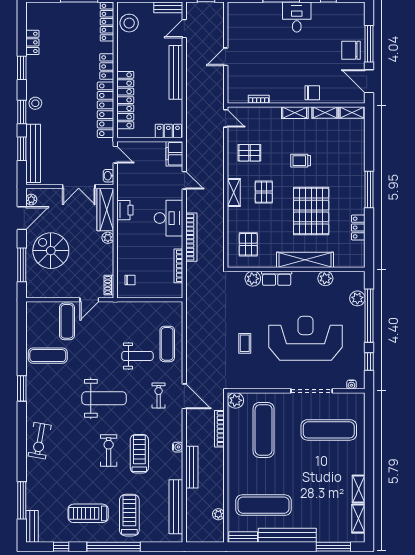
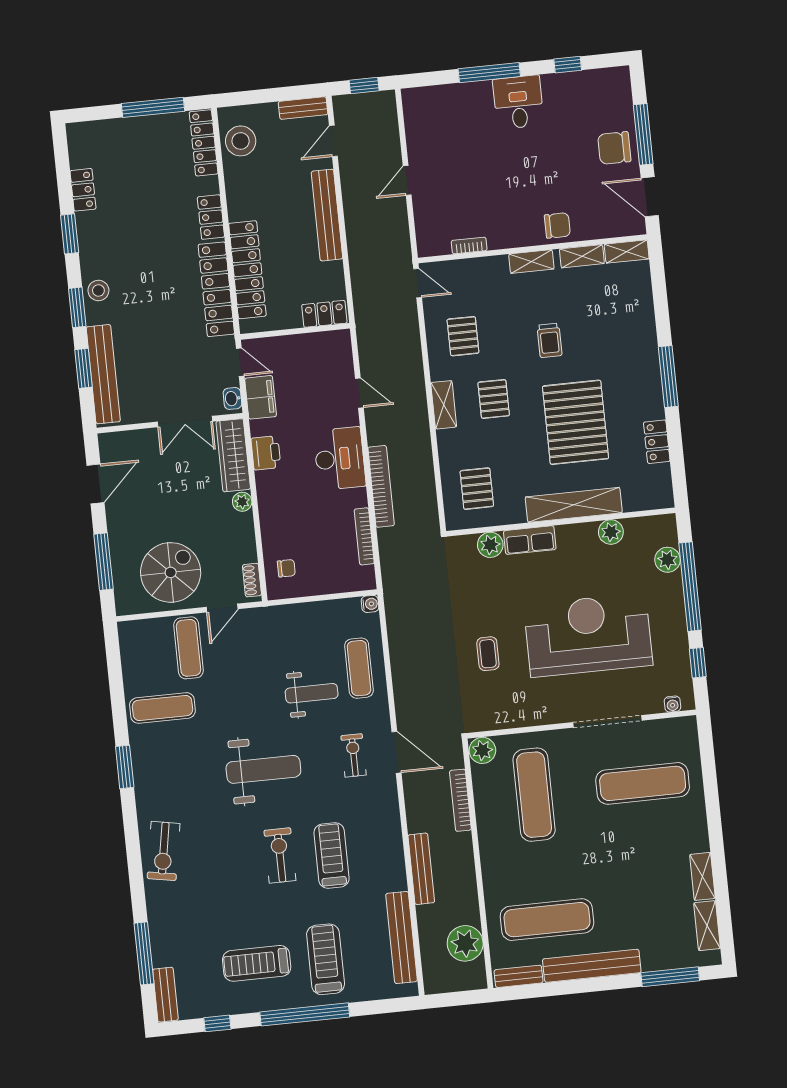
pallet: (249, 153) -> (463, 336), turned 90
filing cabinet: (174, 154) -> (261, 397), moved, turned 180
trolley: (301, 161) -> (550, 340), turned -90
plant: (31, 200) -> (108, 451), removed
spiral stairs: (51, 251) -> (171, 572), moved, turned 90
water cooler: (178, 447) -> (370, 604), moved
plant: (218, 514) -> (465, 943), width x1.88, depth x1.88

